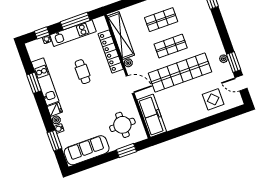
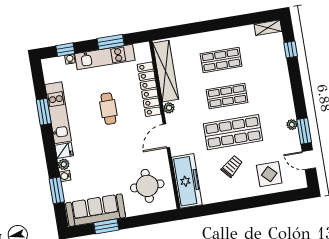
window: (75, 21) -> (111, 42), width x0.69
shop shelf: (180, 73) -> (233, 132), width x0.71
door: (130, 84) -> (166, 136), swing flipped
trolley: (184, 98) -> (232, 166), added
window: (126, 151) -> (106, 226), moved

